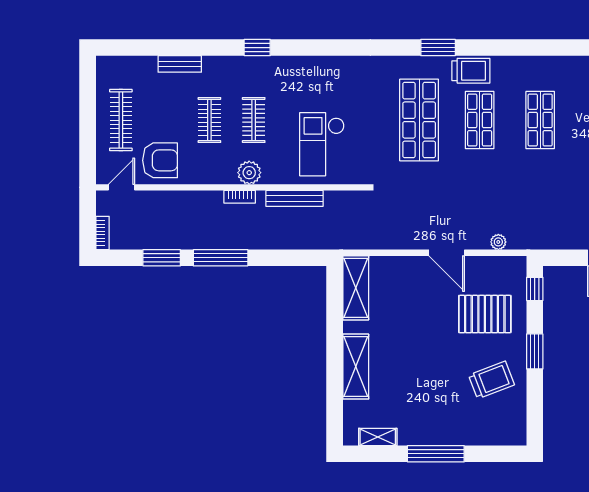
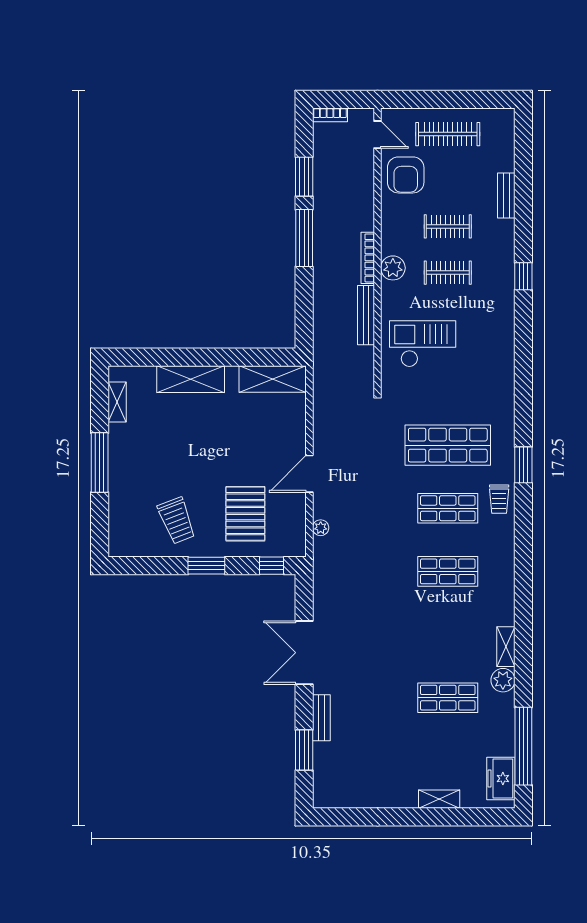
trolley: (471, 71) -> (499, 499), width x0.73, depth x0.72
bookcase: (240, 197) -> (368, 258), width x1.56

